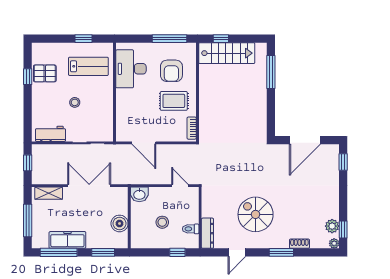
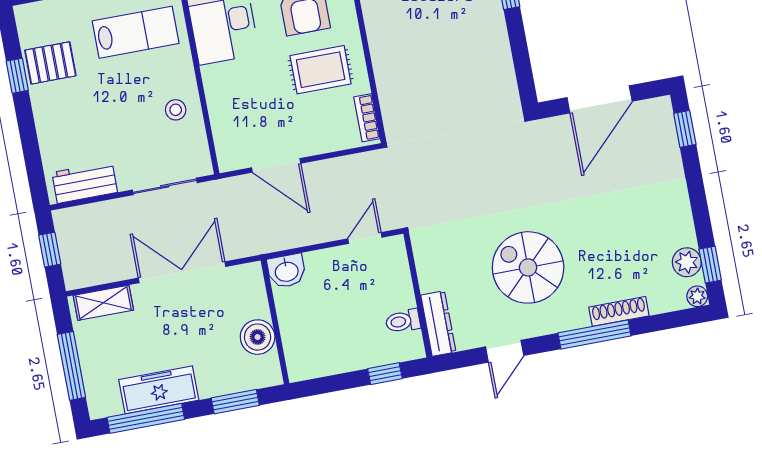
stool: (75, 102) -> (176, 110), moved
door: (180, 186) -> (365, 238), hinge flipped
stool: (162, 222) -> (343, 318), removed
shoe rack: (299, 244) -> (619, 311), width x1.43
window: (281, 252) -> (595, 334), width x1.44

